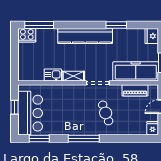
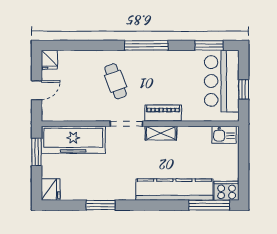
kitchen counter: (85, 36) -> (174, 190), moved
kitchen sink: (53, 75) -> (224, 135), moved
piano: (135, 90) -> (163, 113), moved

